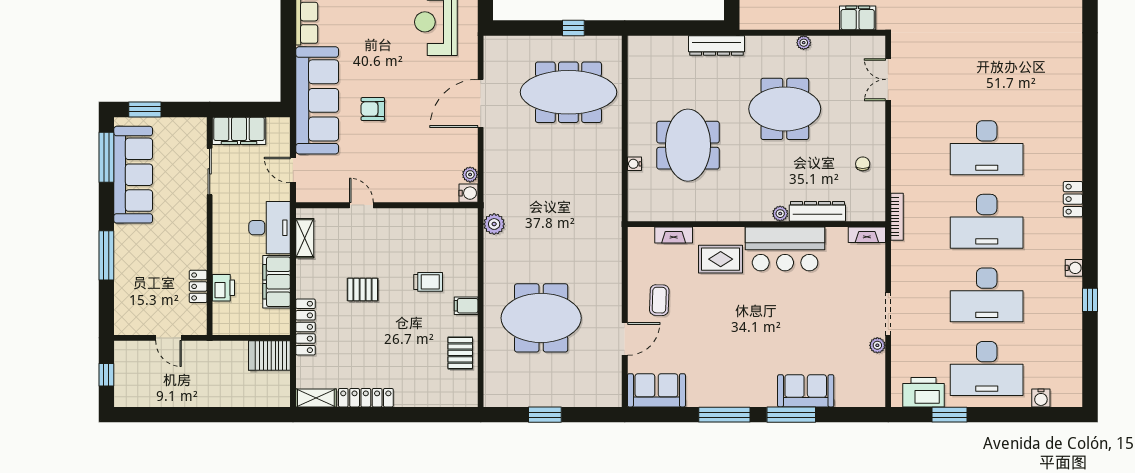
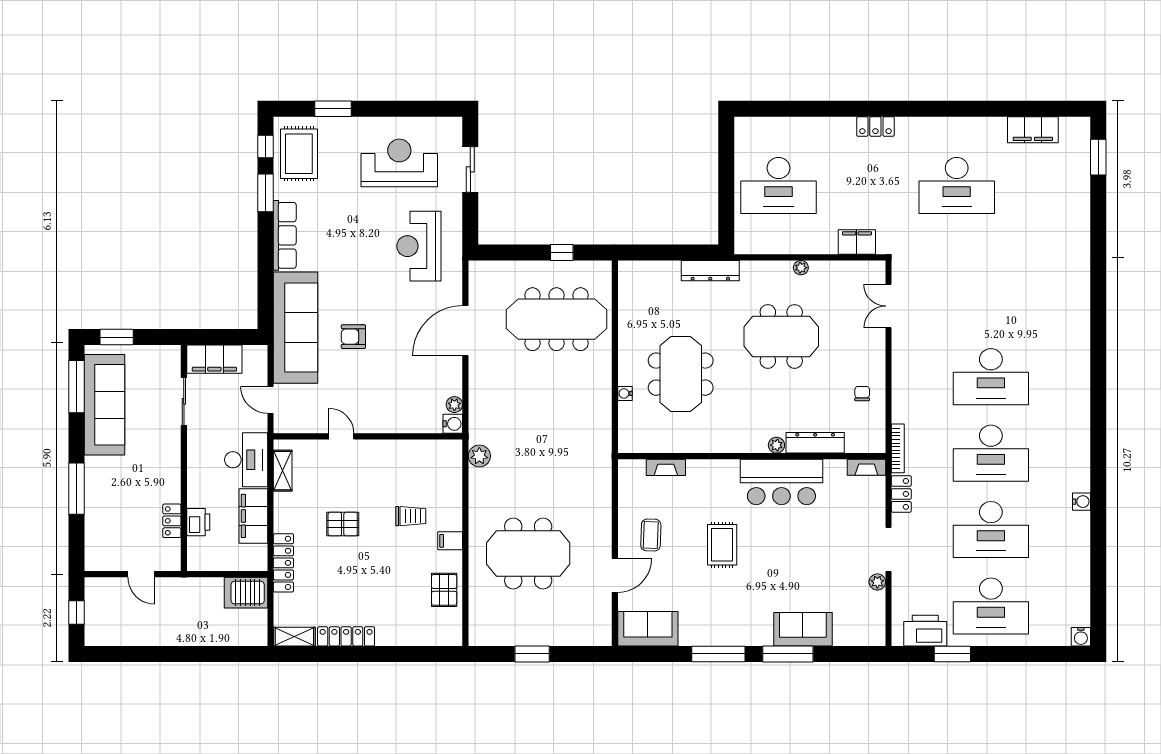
locker: (1073, 199) -> (901, 494), moved, turned 180
rug: (721, 259) -> (722, 545), moved, turned 90
window: (1090, 300) -> (1098, 535), removed
water cooler: (1041, 398) -> (1081, 637), moved

